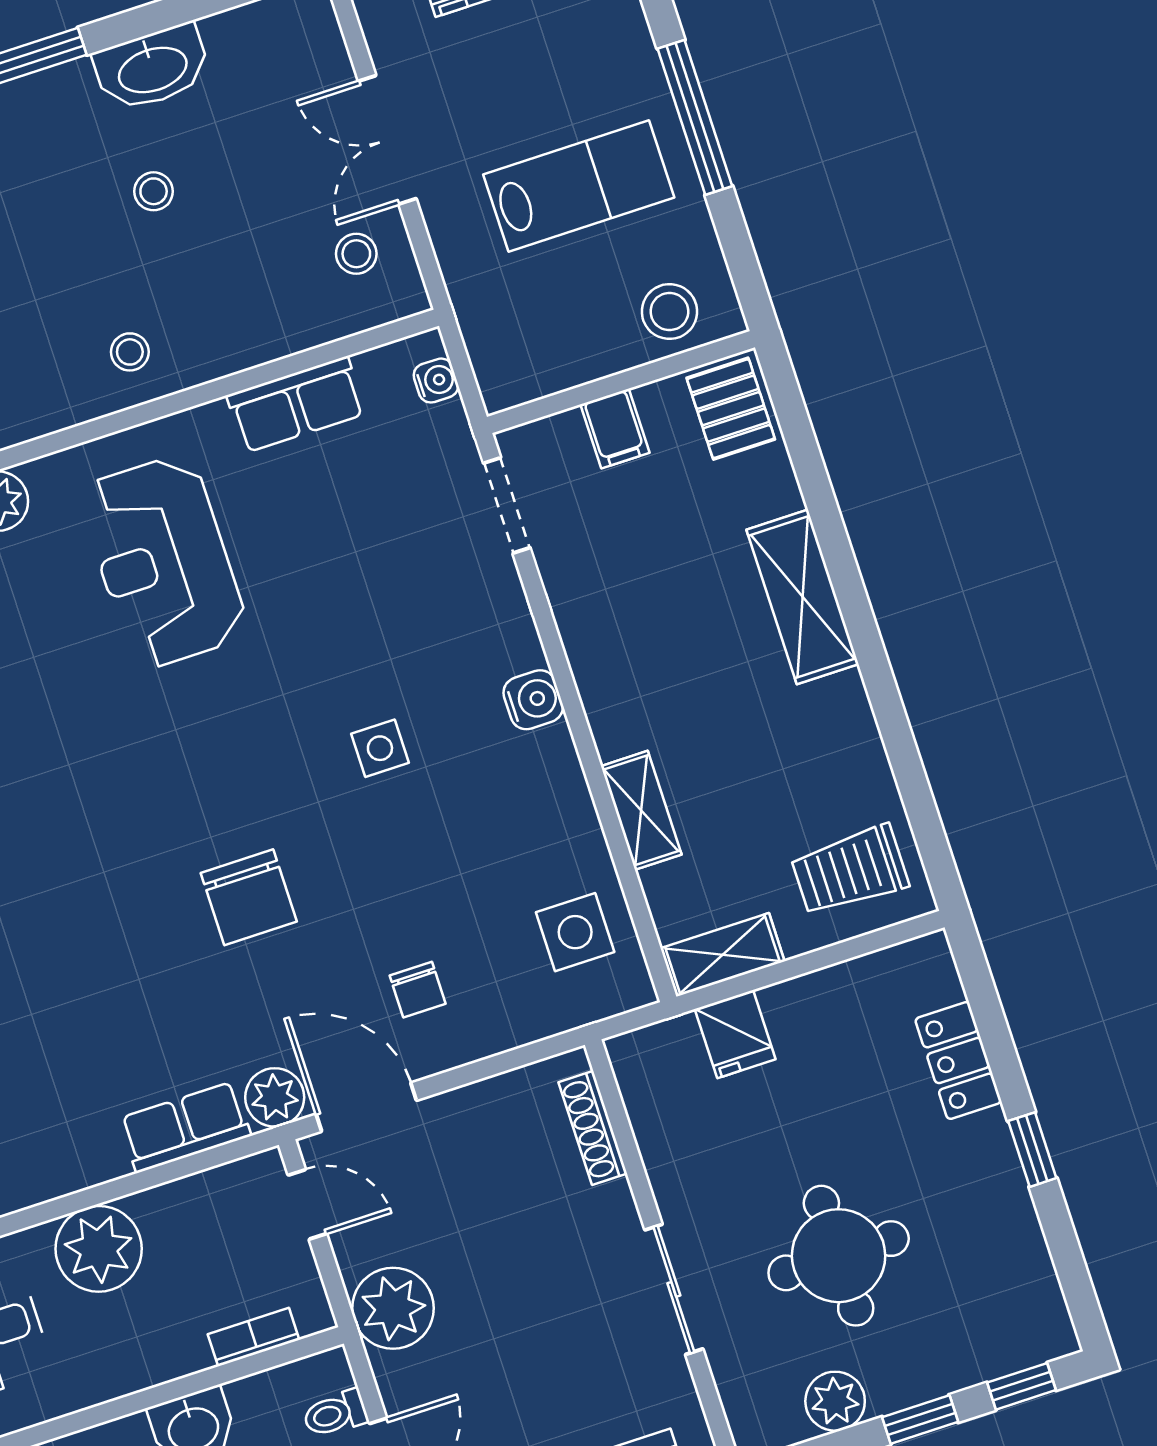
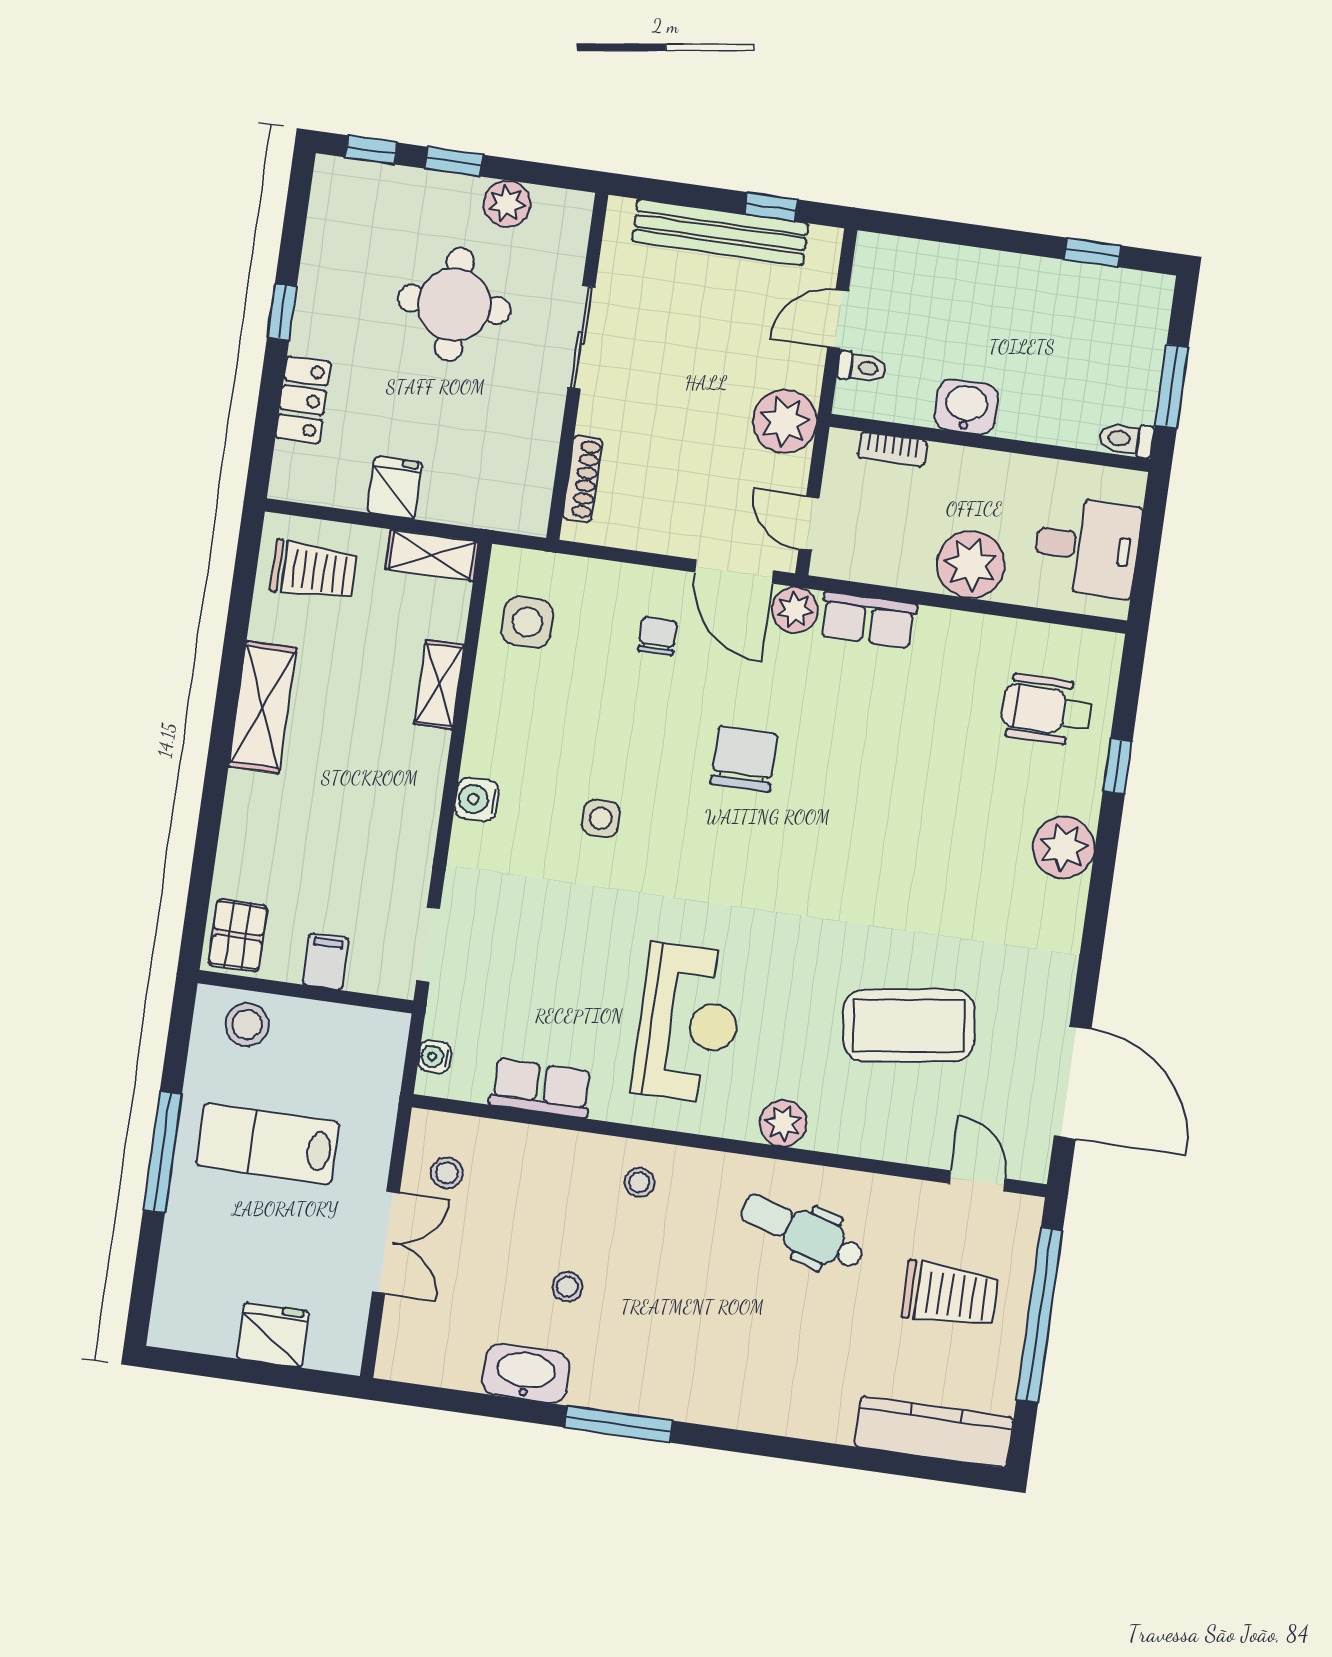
shelving: (803, 597) -> (263, 707), moved
fridge: (735, 1034) -> (395, 488), moved

